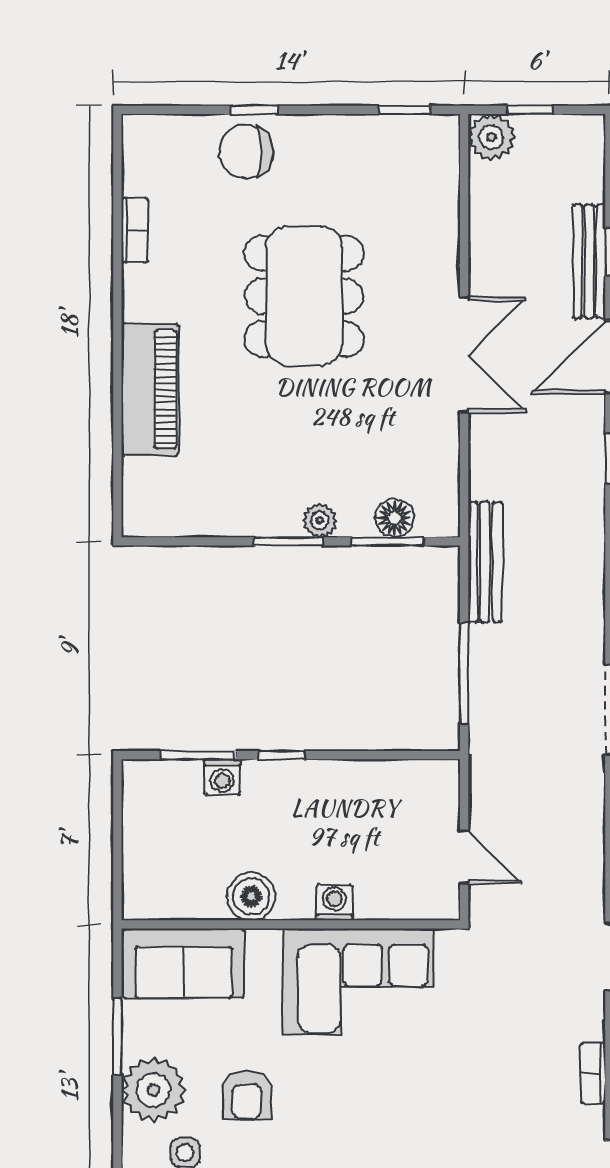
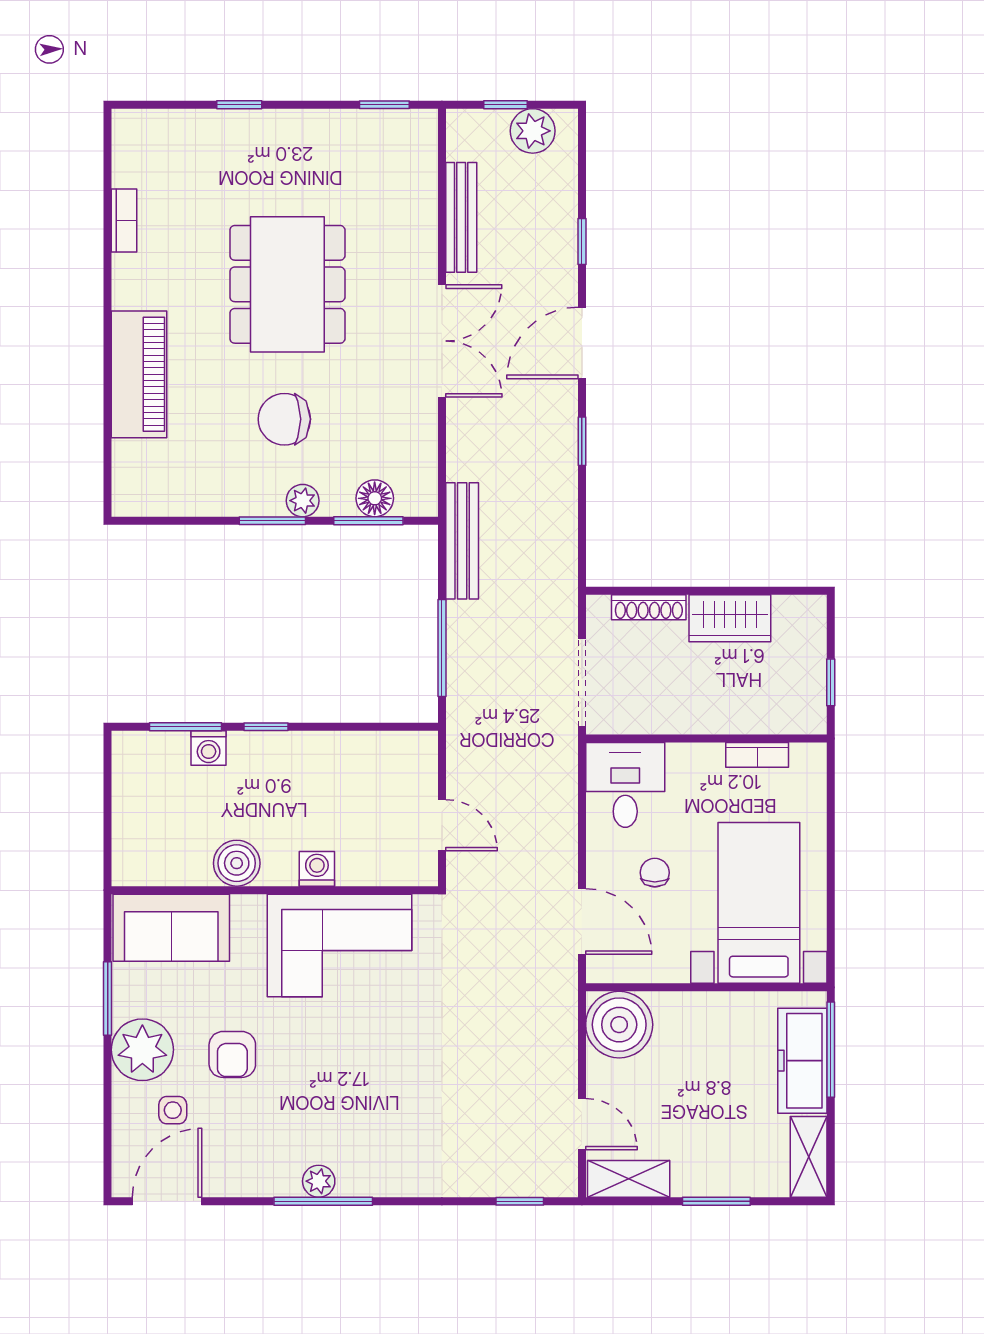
plant: (491, 137) -> (533, 131), moved
chair: (246, 152) -> (284, 419), moved
bench: (589, 261) -> (461, 217), moved
bookcase: (593, 1073) -> (566, 1034), removed

